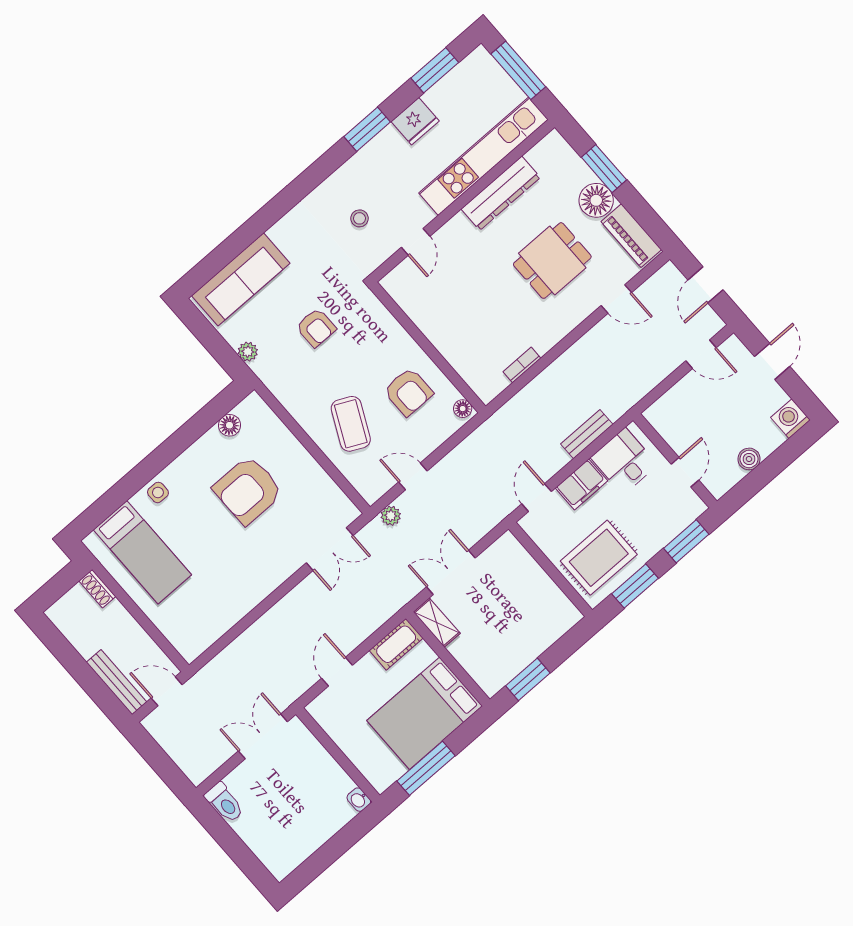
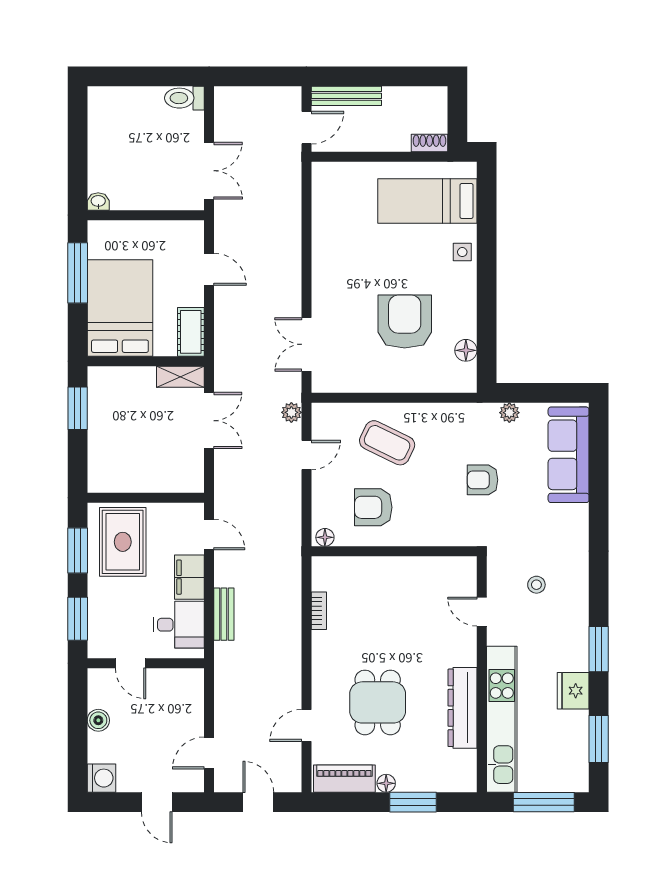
floor lamp: (596, 200) -> (386, 783), width x0.53, depth x0.53

